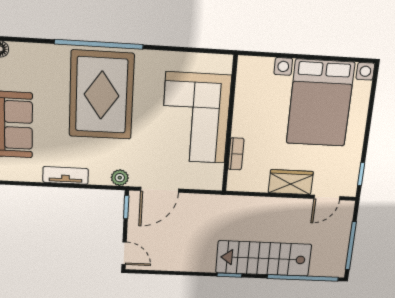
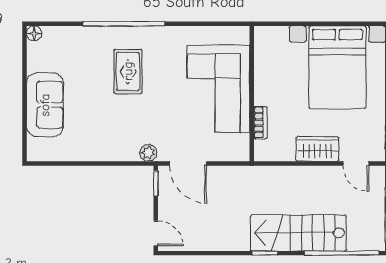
rug: (101, 95) -> (128, 71), width x0.54, depth x0.49
tv unit: (66, 175) -> (96, 153), removed
door: (160, 190) -> (188, 163), hinge flipped
door: (327, 198) -> (356, 163), hinge flipped

